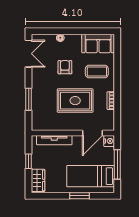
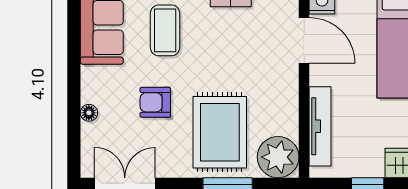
rug: (75, 101) -> (220, 132), moved
plant: (41, 122) -> (278, 157), added

